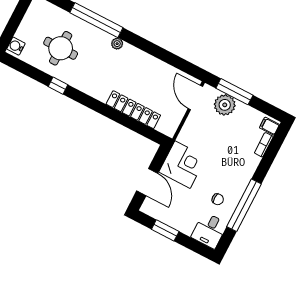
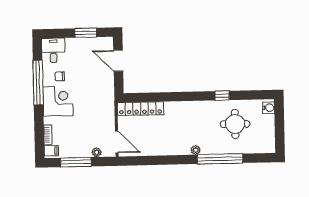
window: (234, 92) -> (76, 162), moved
plant: (225, 105) -> (97, 152), width x0.53, depth x0.53
locker: (133, 110) -> (140, 109), moved
corner desk: (183, 165) -> (58, 101), moved, turned 180

